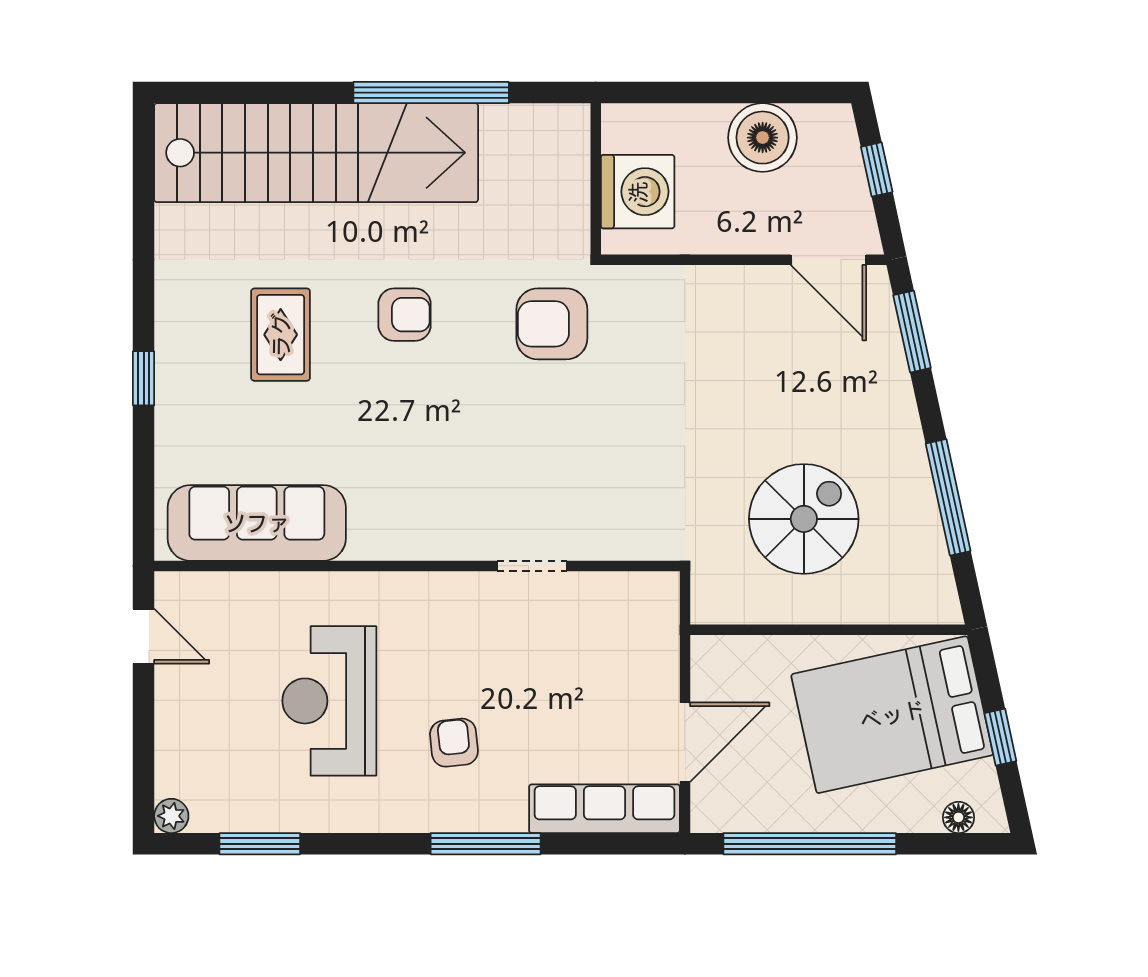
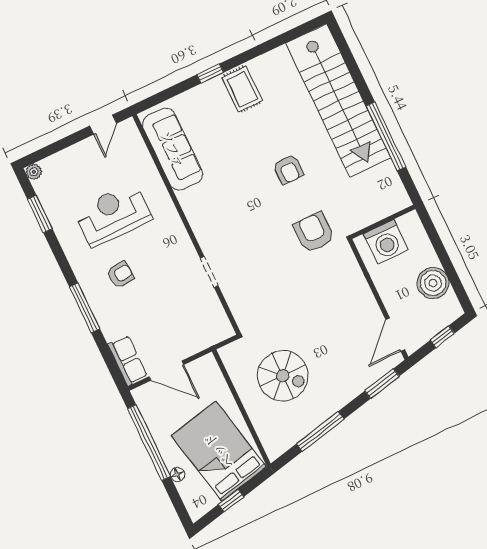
rug: (281, 335) -> (242, 89), moved, turned 90
row of seats: (604, 809) -> (128, 360), width x0.68
floor lamp: (958, 817) -> (177, 474), moved

